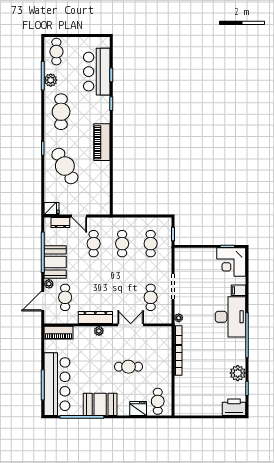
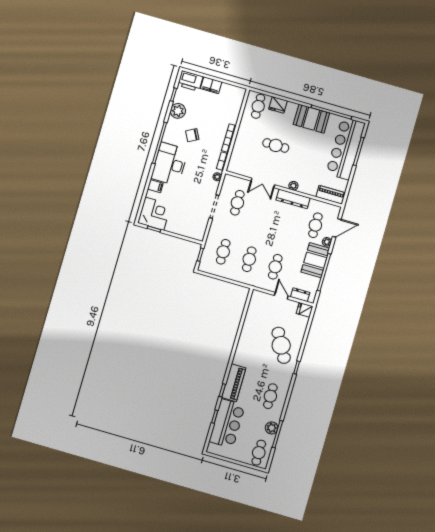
cafe table: (61, 112) -> (270, 396), width x0.73, depth x0.74
piano: (102, 142) -> (234, 383), moved
chair: (216, 353) -> (192, 135), added
filing cabinet: (211, 409) -> (211, 85), added

